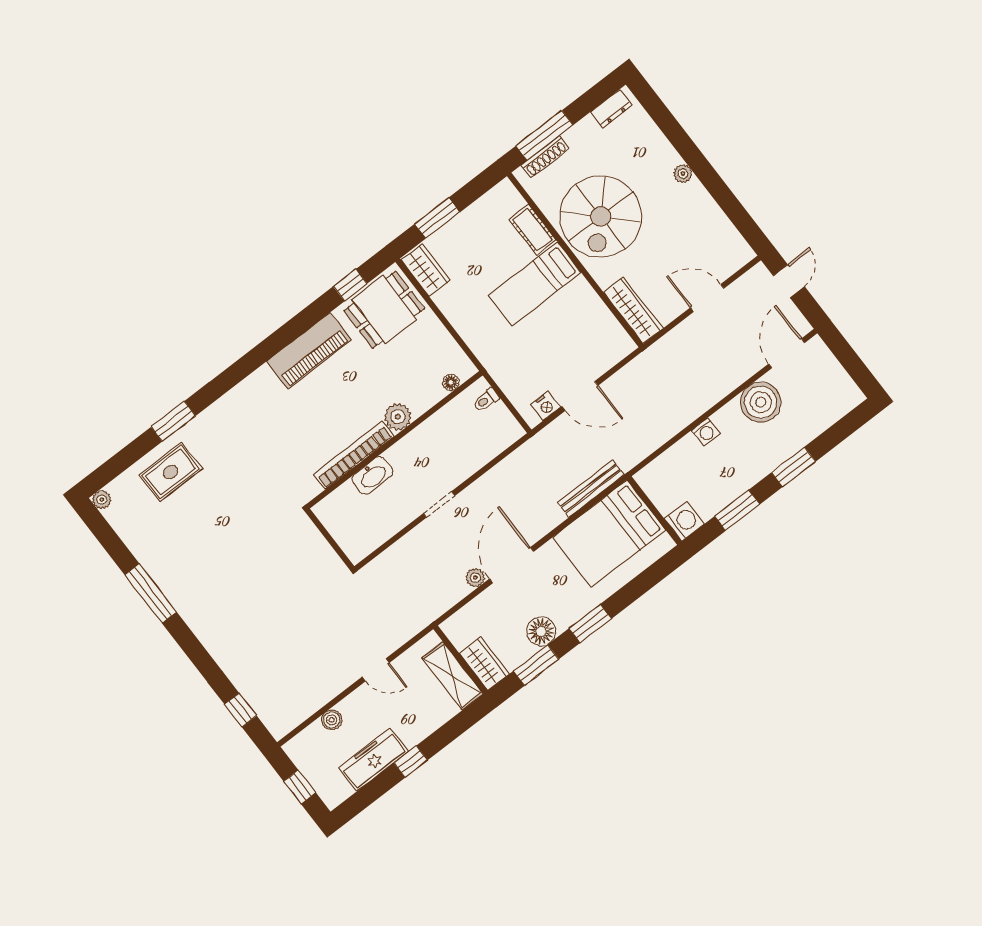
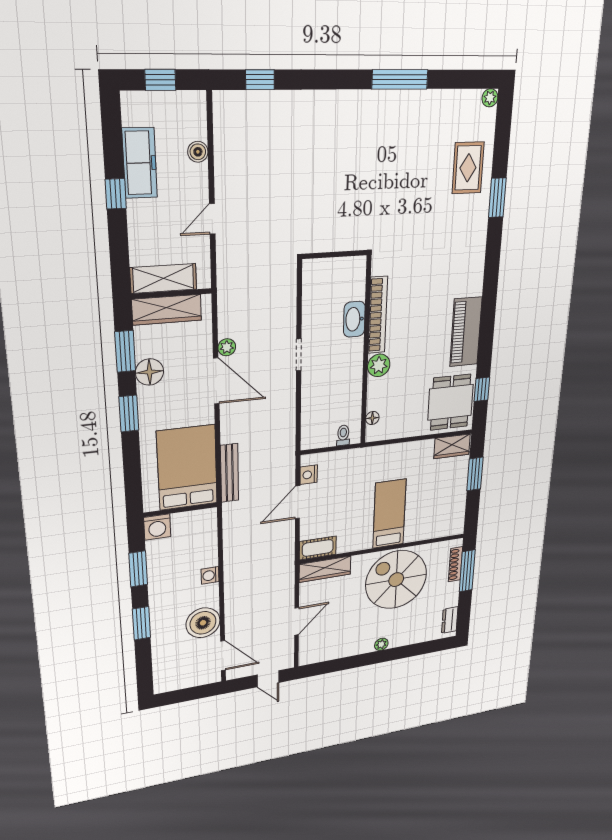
cot: (533, 230) -> (318, 548), moved
wardrobe: (484, 664) -> (167, 310), width x1.50

